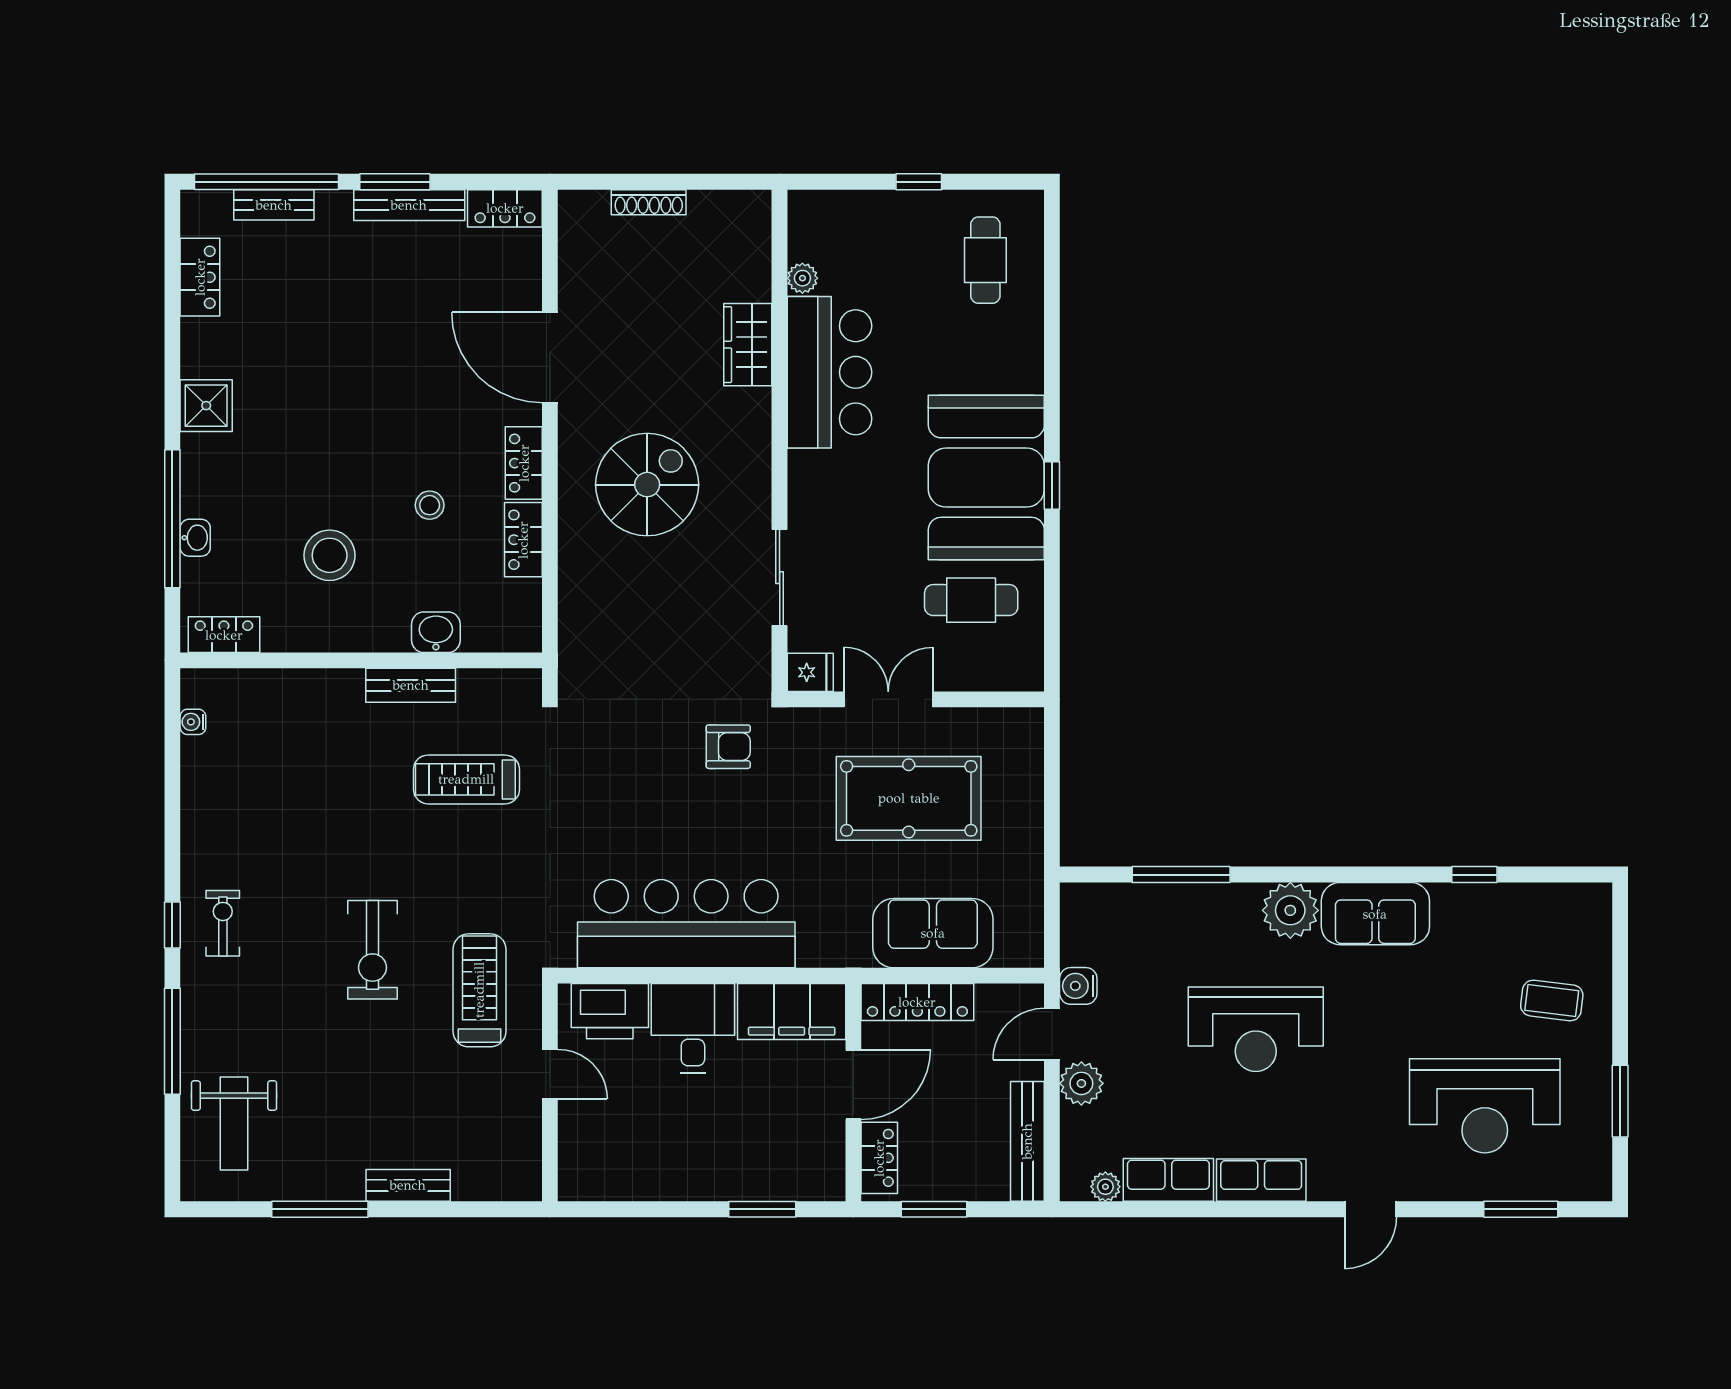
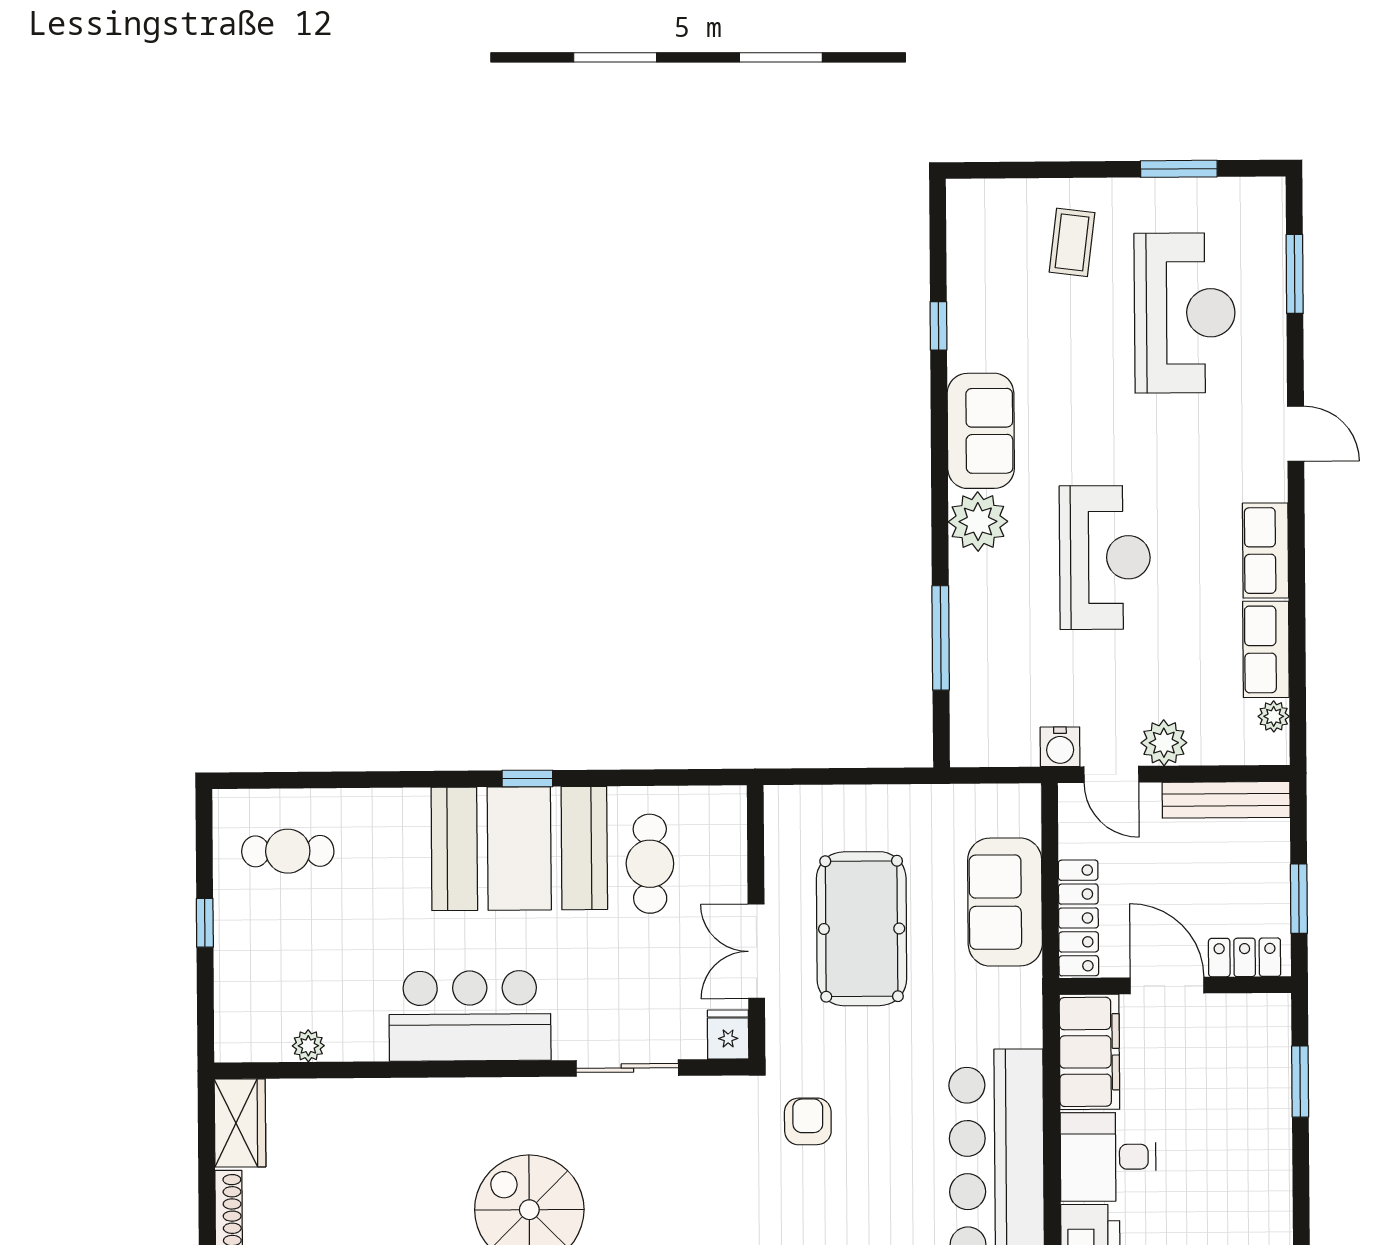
wardrobe: (748, 345) -> (240, 1123), moved, turned -90
bar counter: (829, 372) -> (470, 1016), moved

